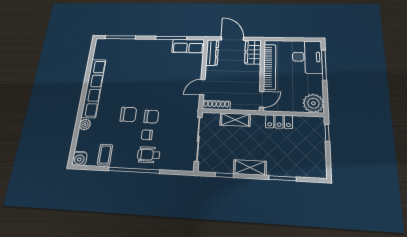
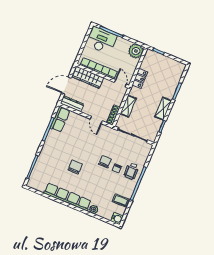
wardrobe: (253, 52) -> (88, 77), width x1.50
chair: (128, 114) -> (75, 167), moved

